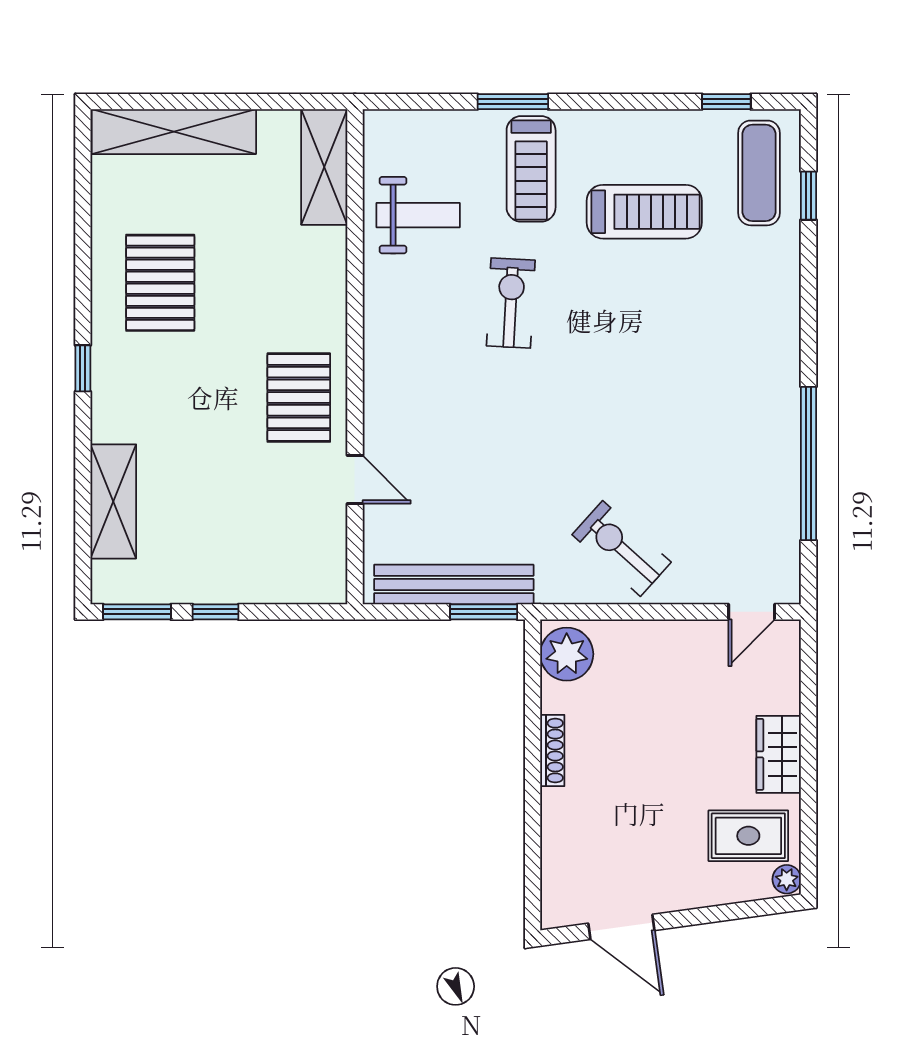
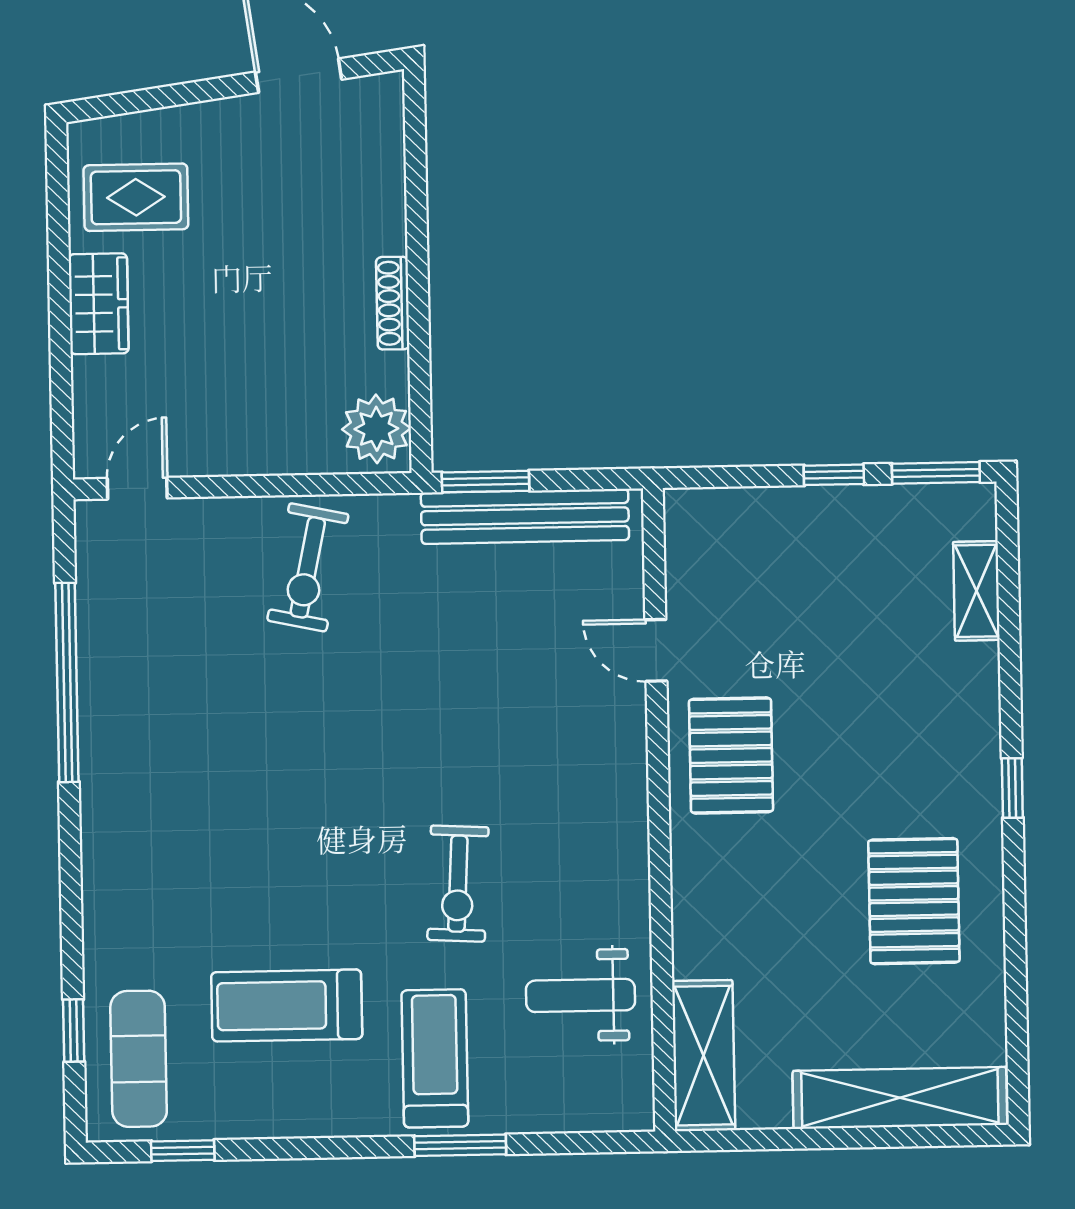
shelving: (113, 501) -> (976, 591), width x0.67, depth x0.75
exercise bike: (622, 548) -> (308, 567), turned 60
plant: (787, 879) -> (85, 142), removed

